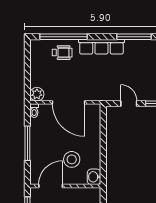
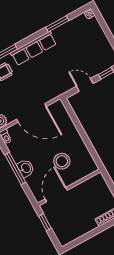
window: (134, 37) -> (57, 24), width x0.69
washbasin: (94, 177) -> (26, 168), moved, turned 180

